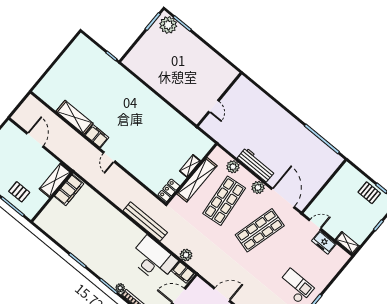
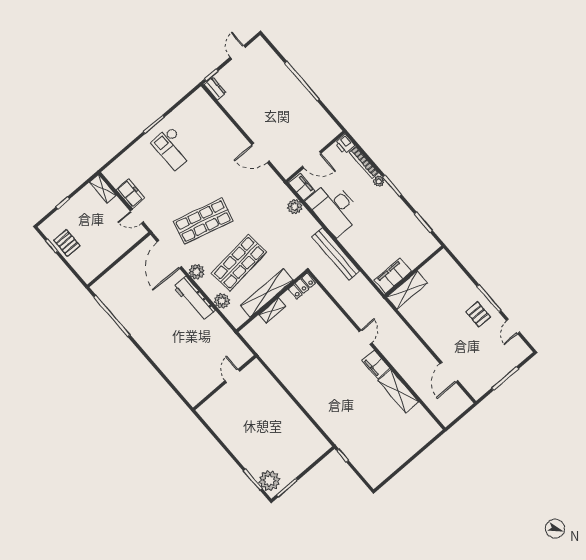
shelving: (55, 180) -> (407, 290), moved
filing cabinet: (69, 190) -> (393, 276), moved
wall: (52, 197) -> (414, 271), moved

